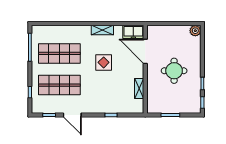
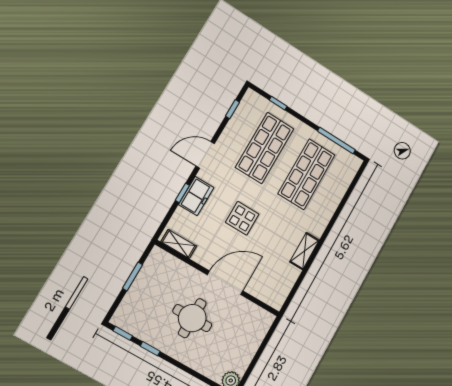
freezer: (133, 32) -> (196, 196), moved, turned 180
door: (145, 51) -> (225, 283), moved
display table: (104, 62) -> (242, 218), moved
shelving: (139, 88) -> (179, 244), moved
door: (72, 115) -> (205, 155), moved

